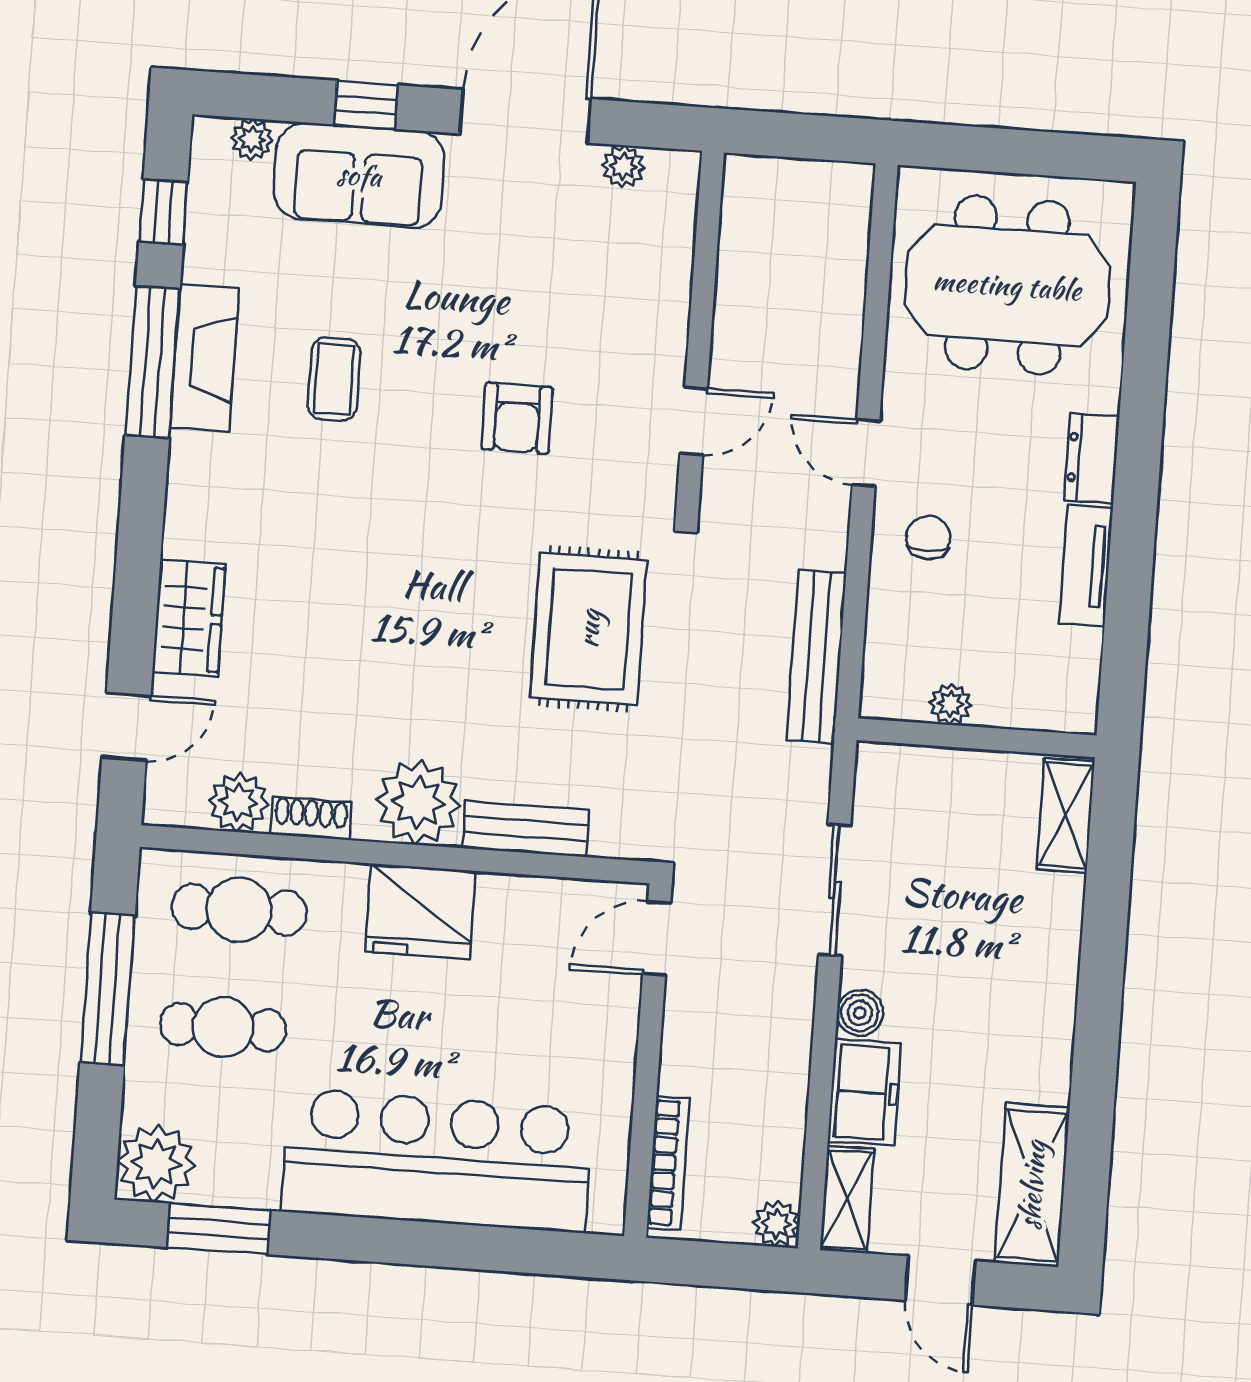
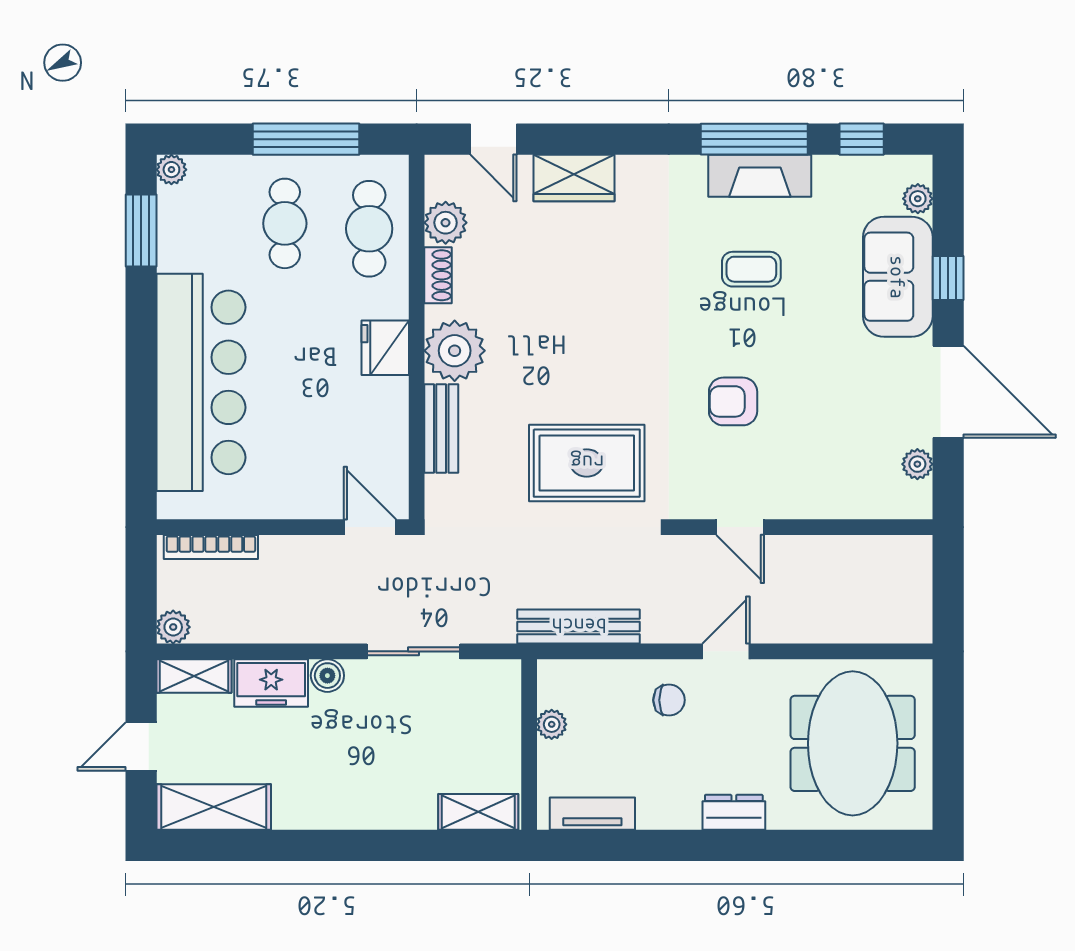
tv unit: (1086, 566) -> (592, 814), moved
fridge: (420, 911) -> (385, 348), width x0.73, depth x0.75
plant: (156, 1163) -> (171, 170), width x0.53, depth x0.53

